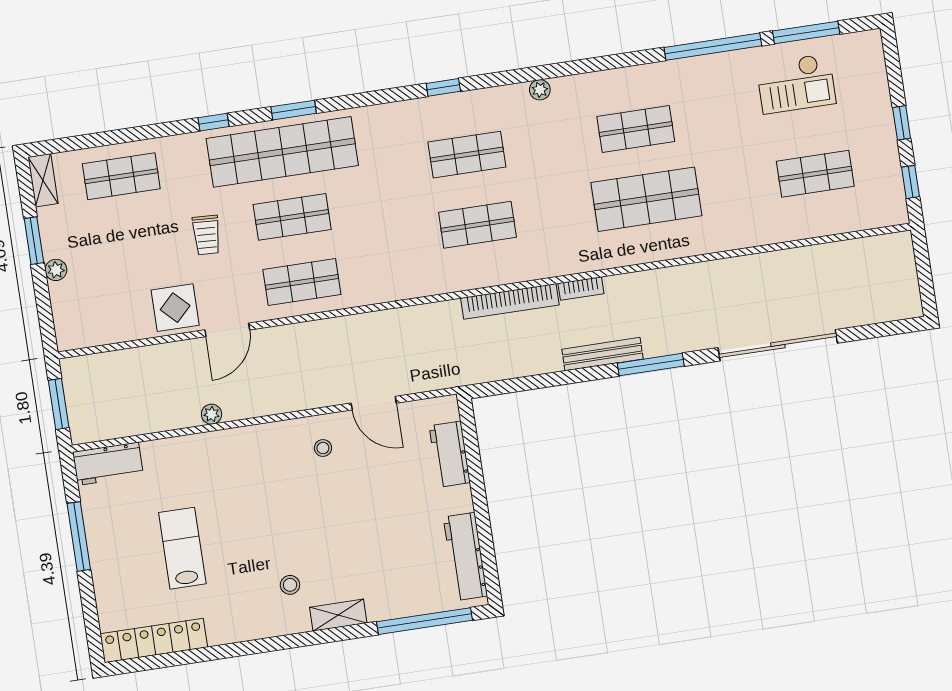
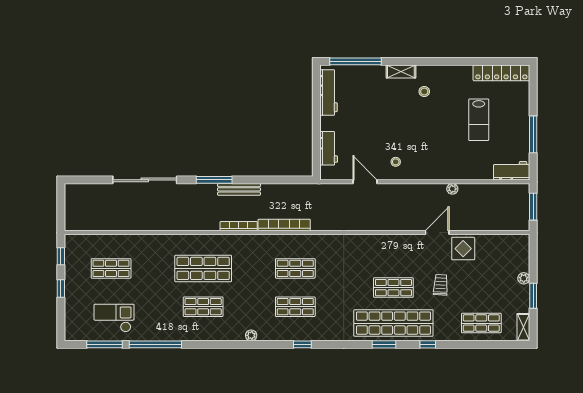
shop shelf: (302, 282) -> (393, 252), removed
bookcase: (581, 288) -> (239, 226), width x1.56

